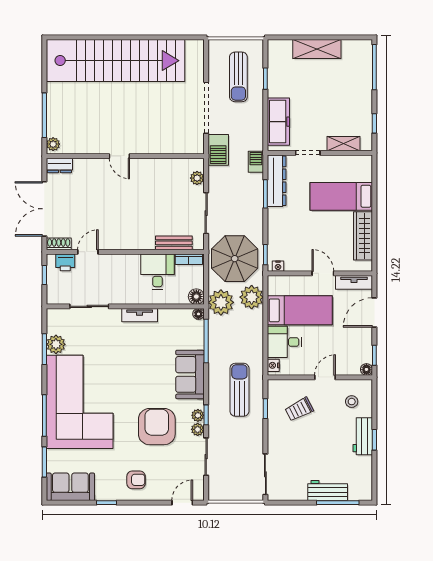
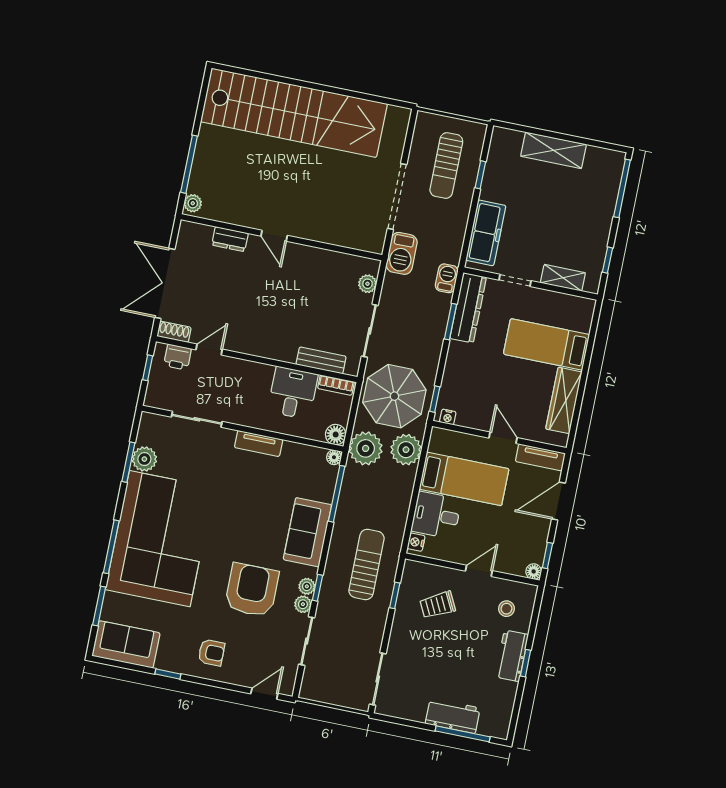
dresser: (59, 166) -> (230, 239), moved

